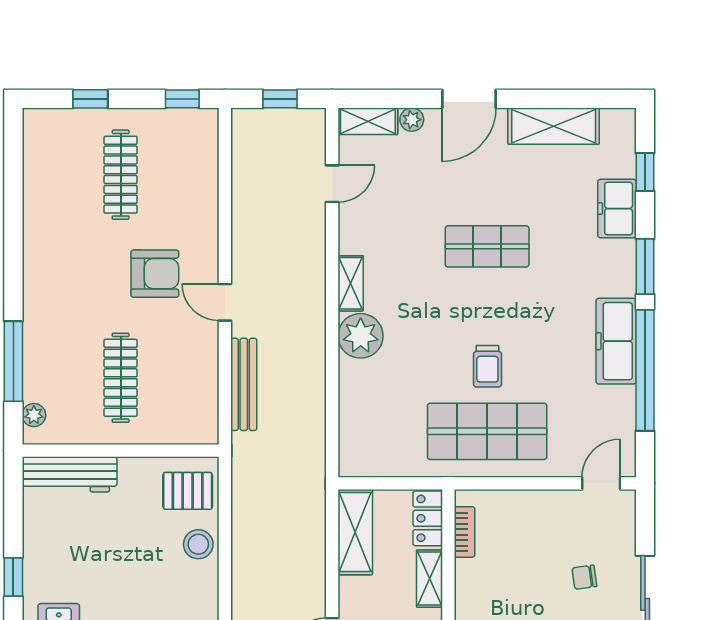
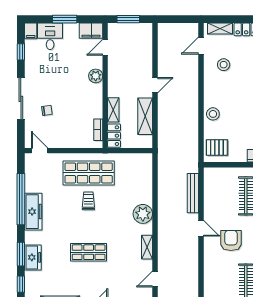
freezer: (617, 209) -> (33, 257), moved
window: (645, 267) -> (21, 254), moved
armchair: (155, 274) -> (231, 241), turned 90
shelving: (351, 283) -> (147, 247), moved
door: (601, 483) -> (40, 151), swing flipped
shelving: (355, 532) -> (145, 116), moved
stool: (198, 544) -> (213, 114), moved

